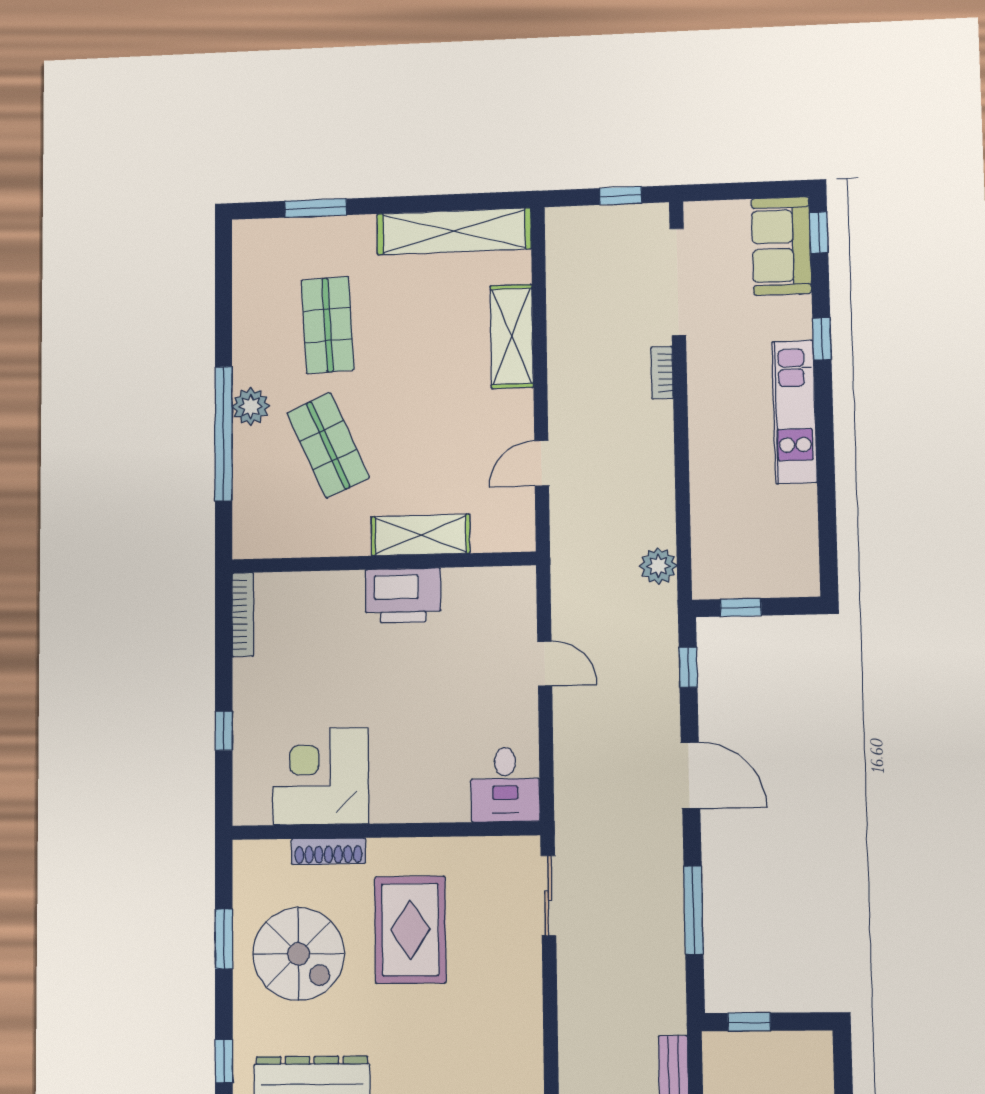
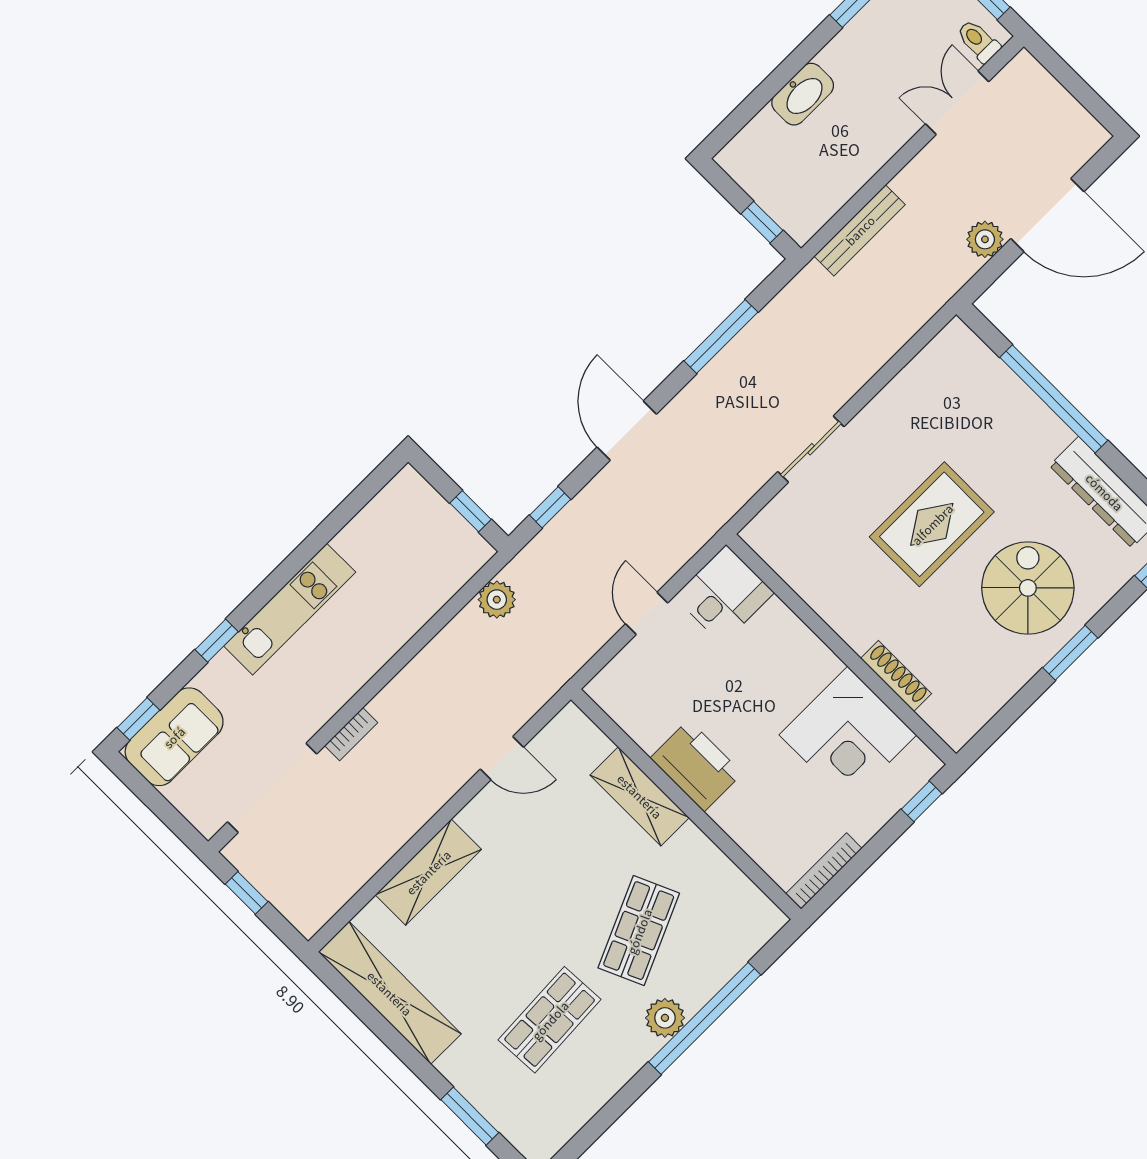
corner desk: (321, 776) -> (848, 735), moved
desk: (505, 785) -> (724, 595), moved
wall: (385, 831) -> (841, 649), moved
shoe rack: (328, 851) -> (896, 676), moved

